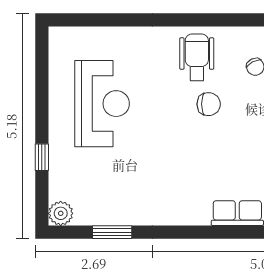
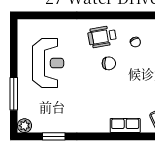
wheelchair: (197, 57) -> (102, 37), turned -100
window: (42, 157) -> (14, 94), width x2.17

